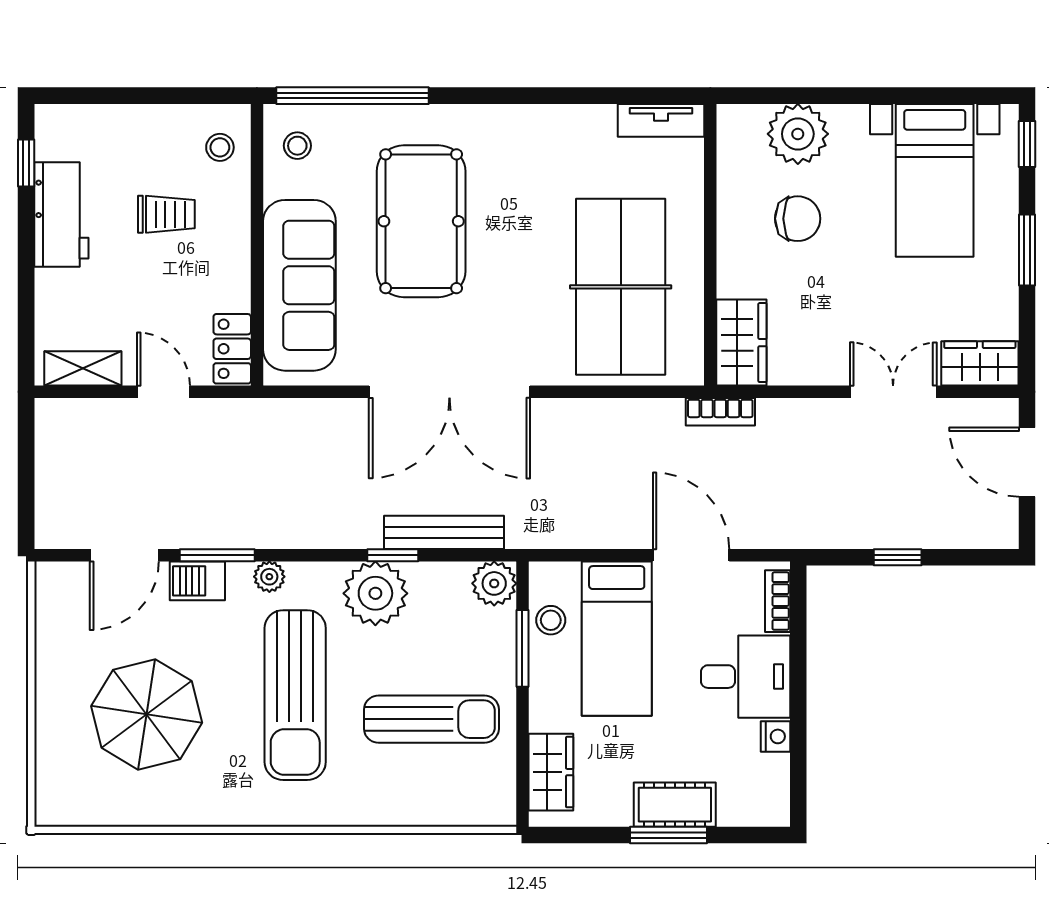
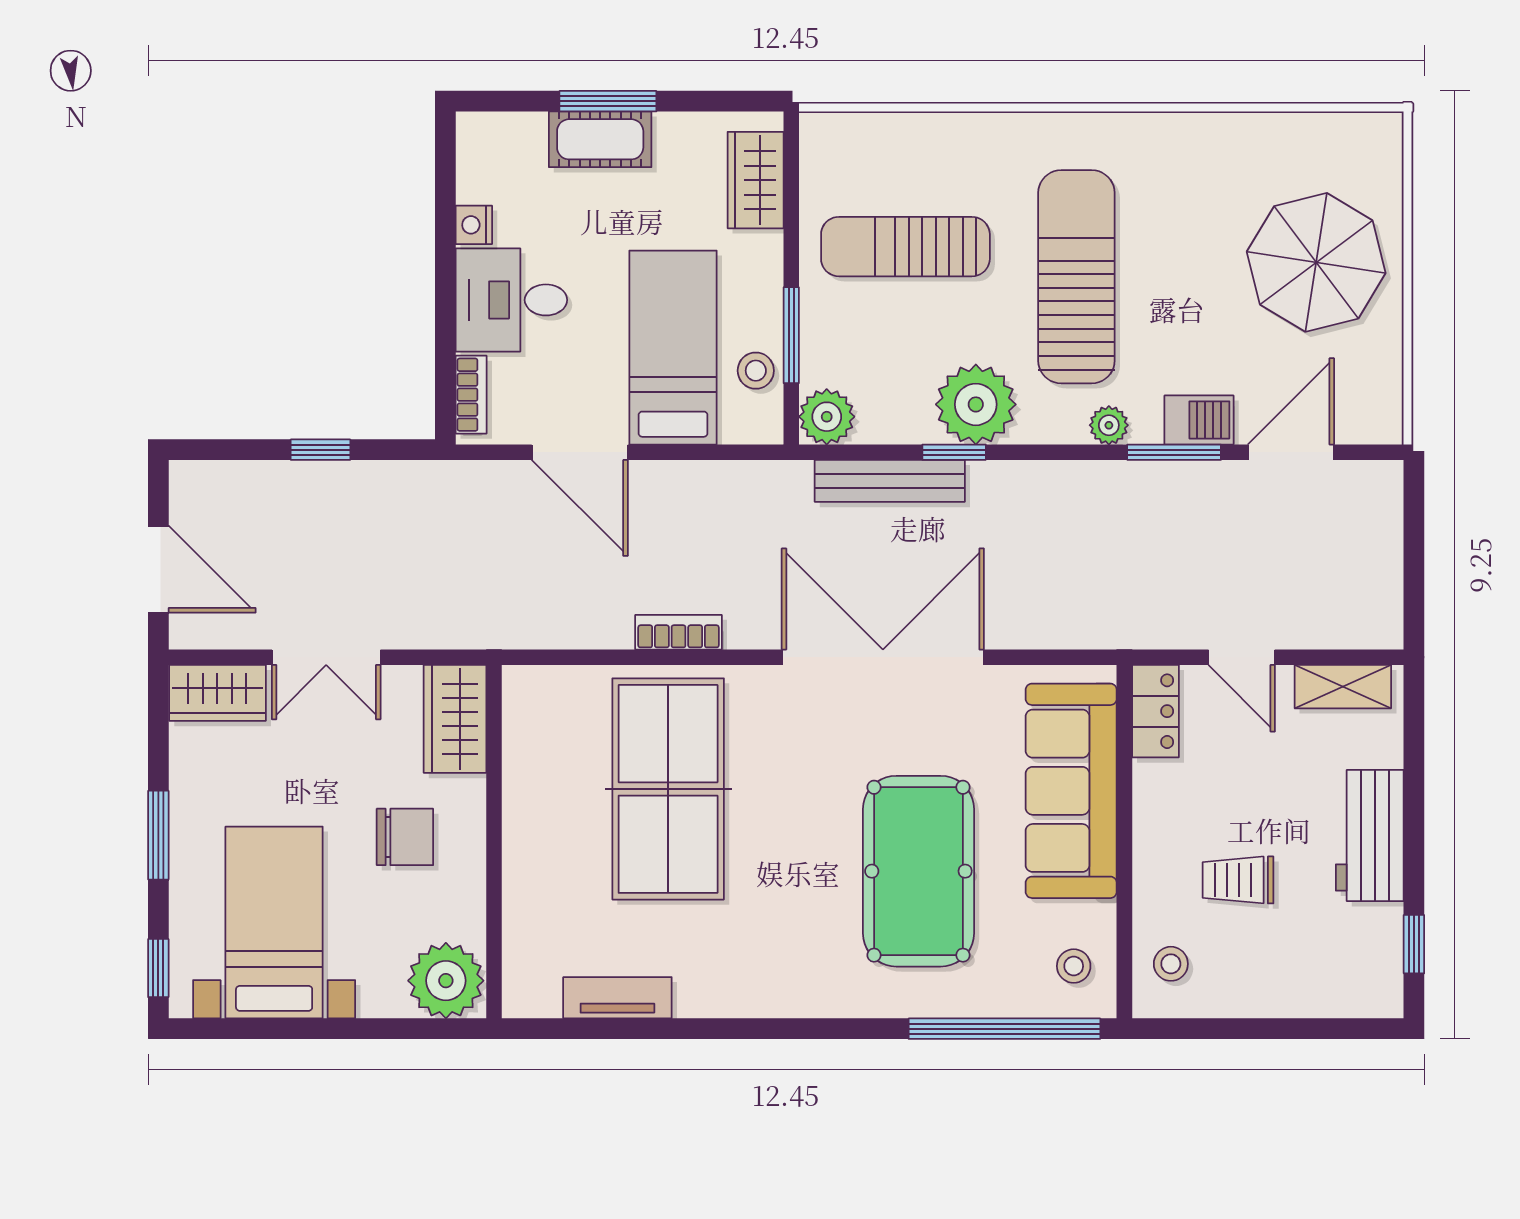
workbench: (61, 215) -> (1370, 835), moved
chair: (798, 219) -> (405, 837), moved, turned 180
wall: (710, 245) -> (494, 842), moved
wardrobe: (741, 343) -> (455, 719), moved
bookcase: (720, 412) -> (679, 632), moved
parasol: (147, 714) -> (1316, 262), moved

